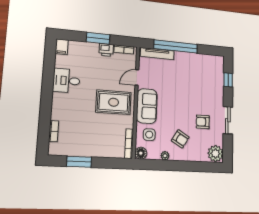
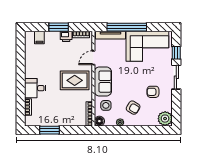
filing cabinet: (62, 47) -> (39, 37), moved
corner sofa: (198, 70) -> (147, 46), added
desk: (66, 81) -> (35, 88), moved
sliding door: (228, 120) -> (176, 77), moved

